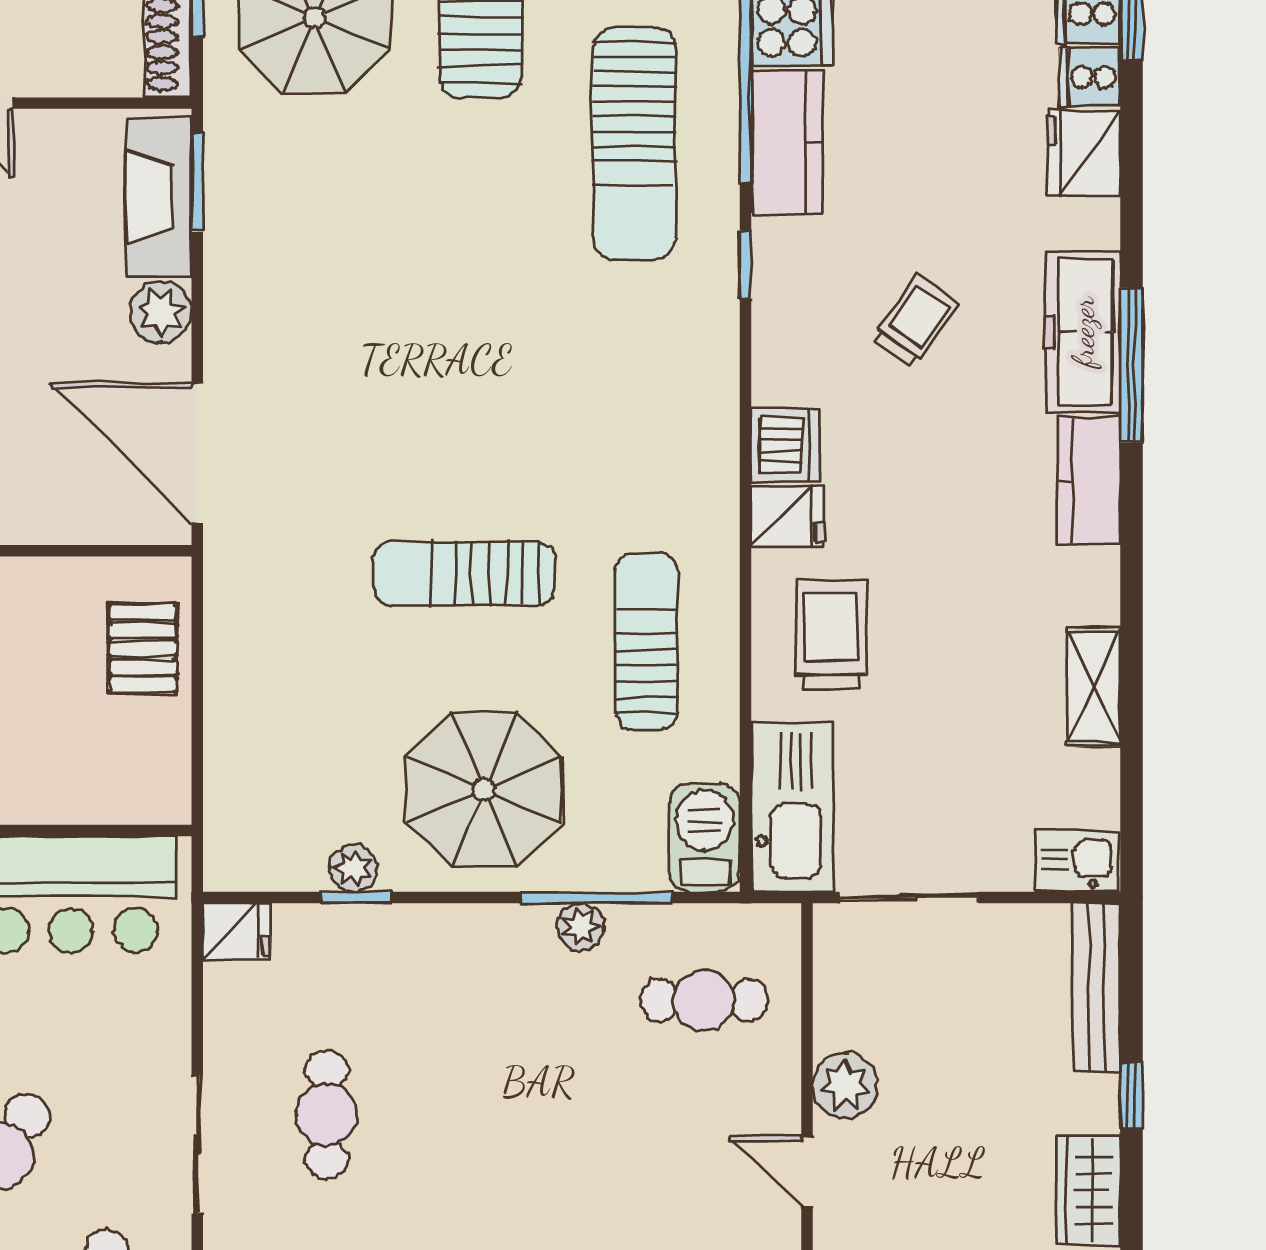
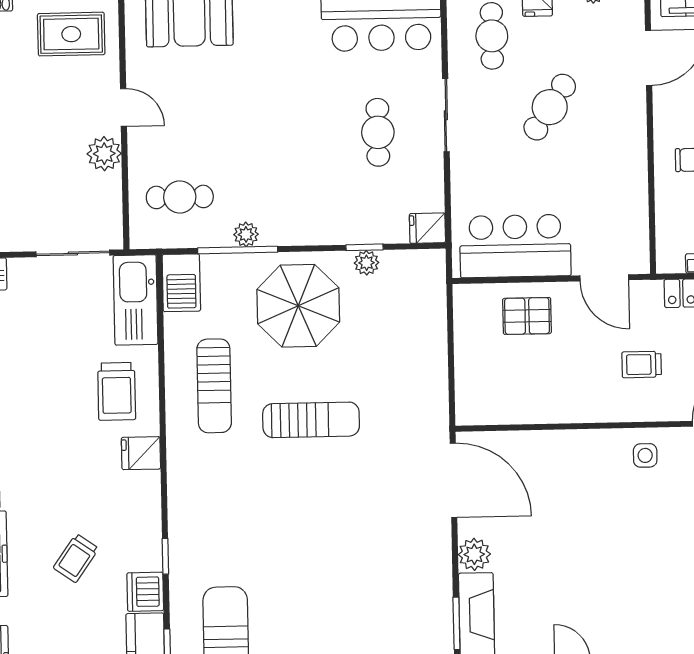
window: (745, 265) -> (165, 556), moved
dishwasher: (785, 445) -> (145, 592), moved
pallet: (143, 649) -> (527, 316), moved, turned 90

